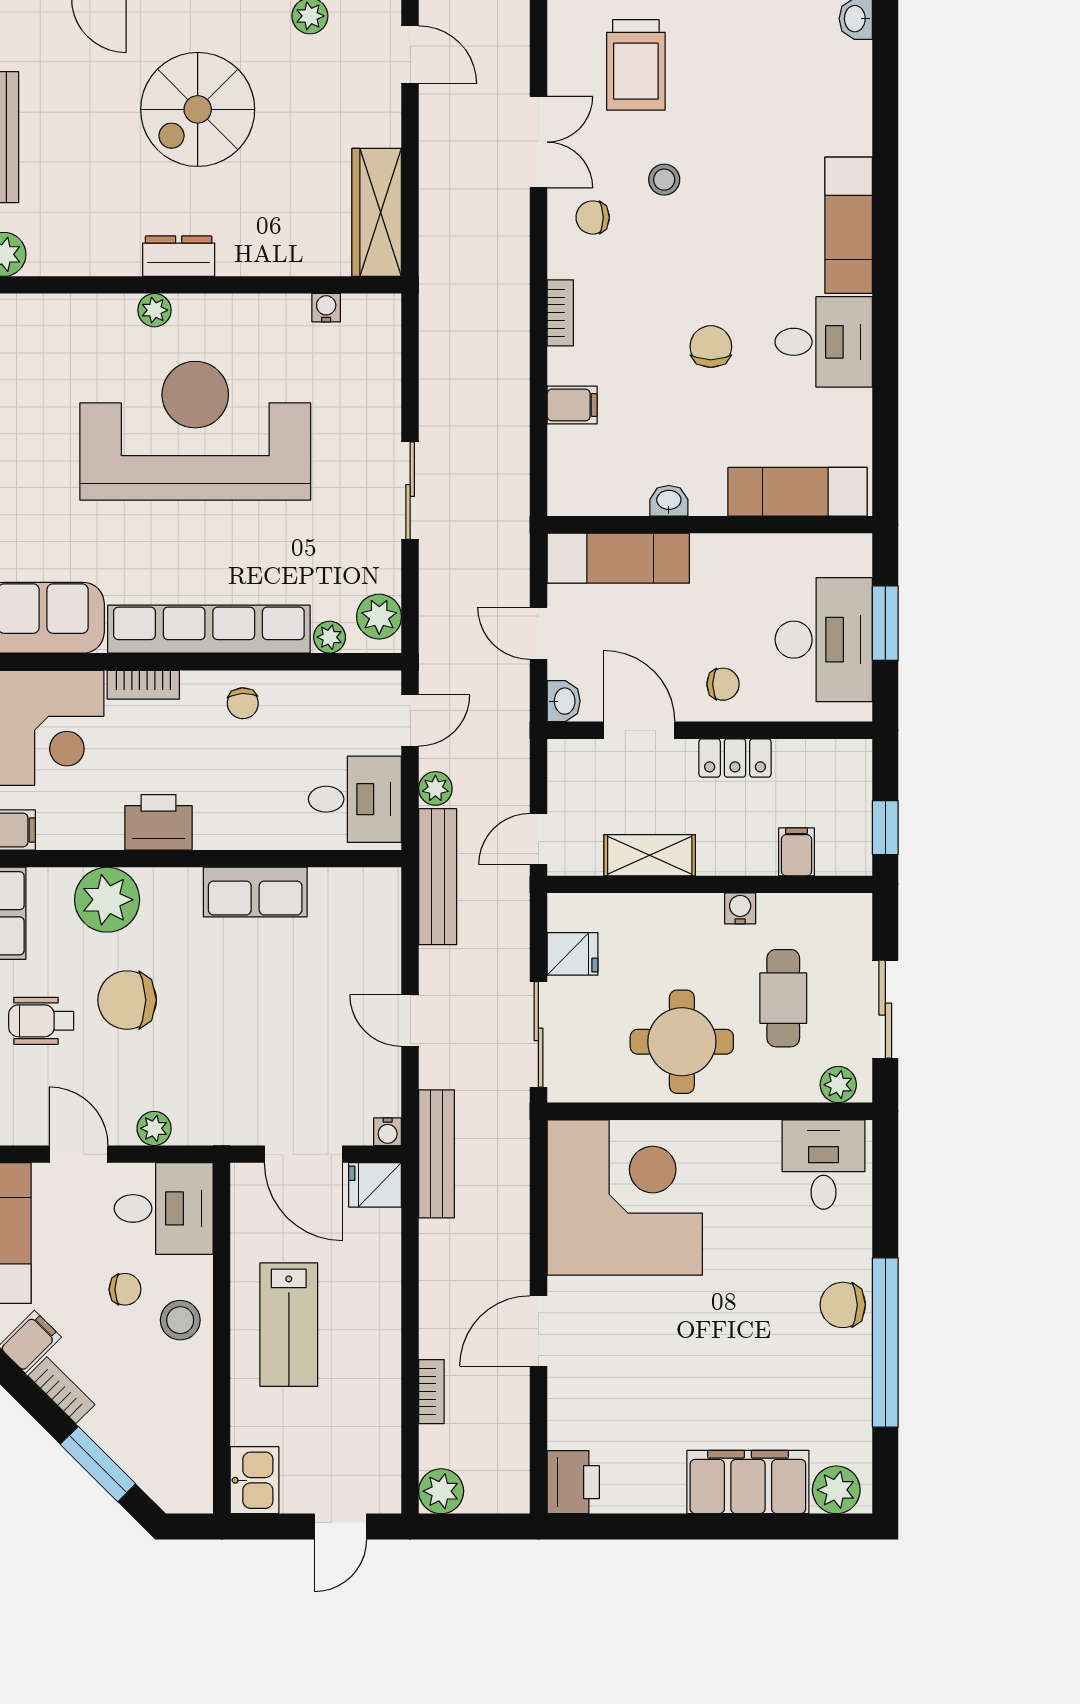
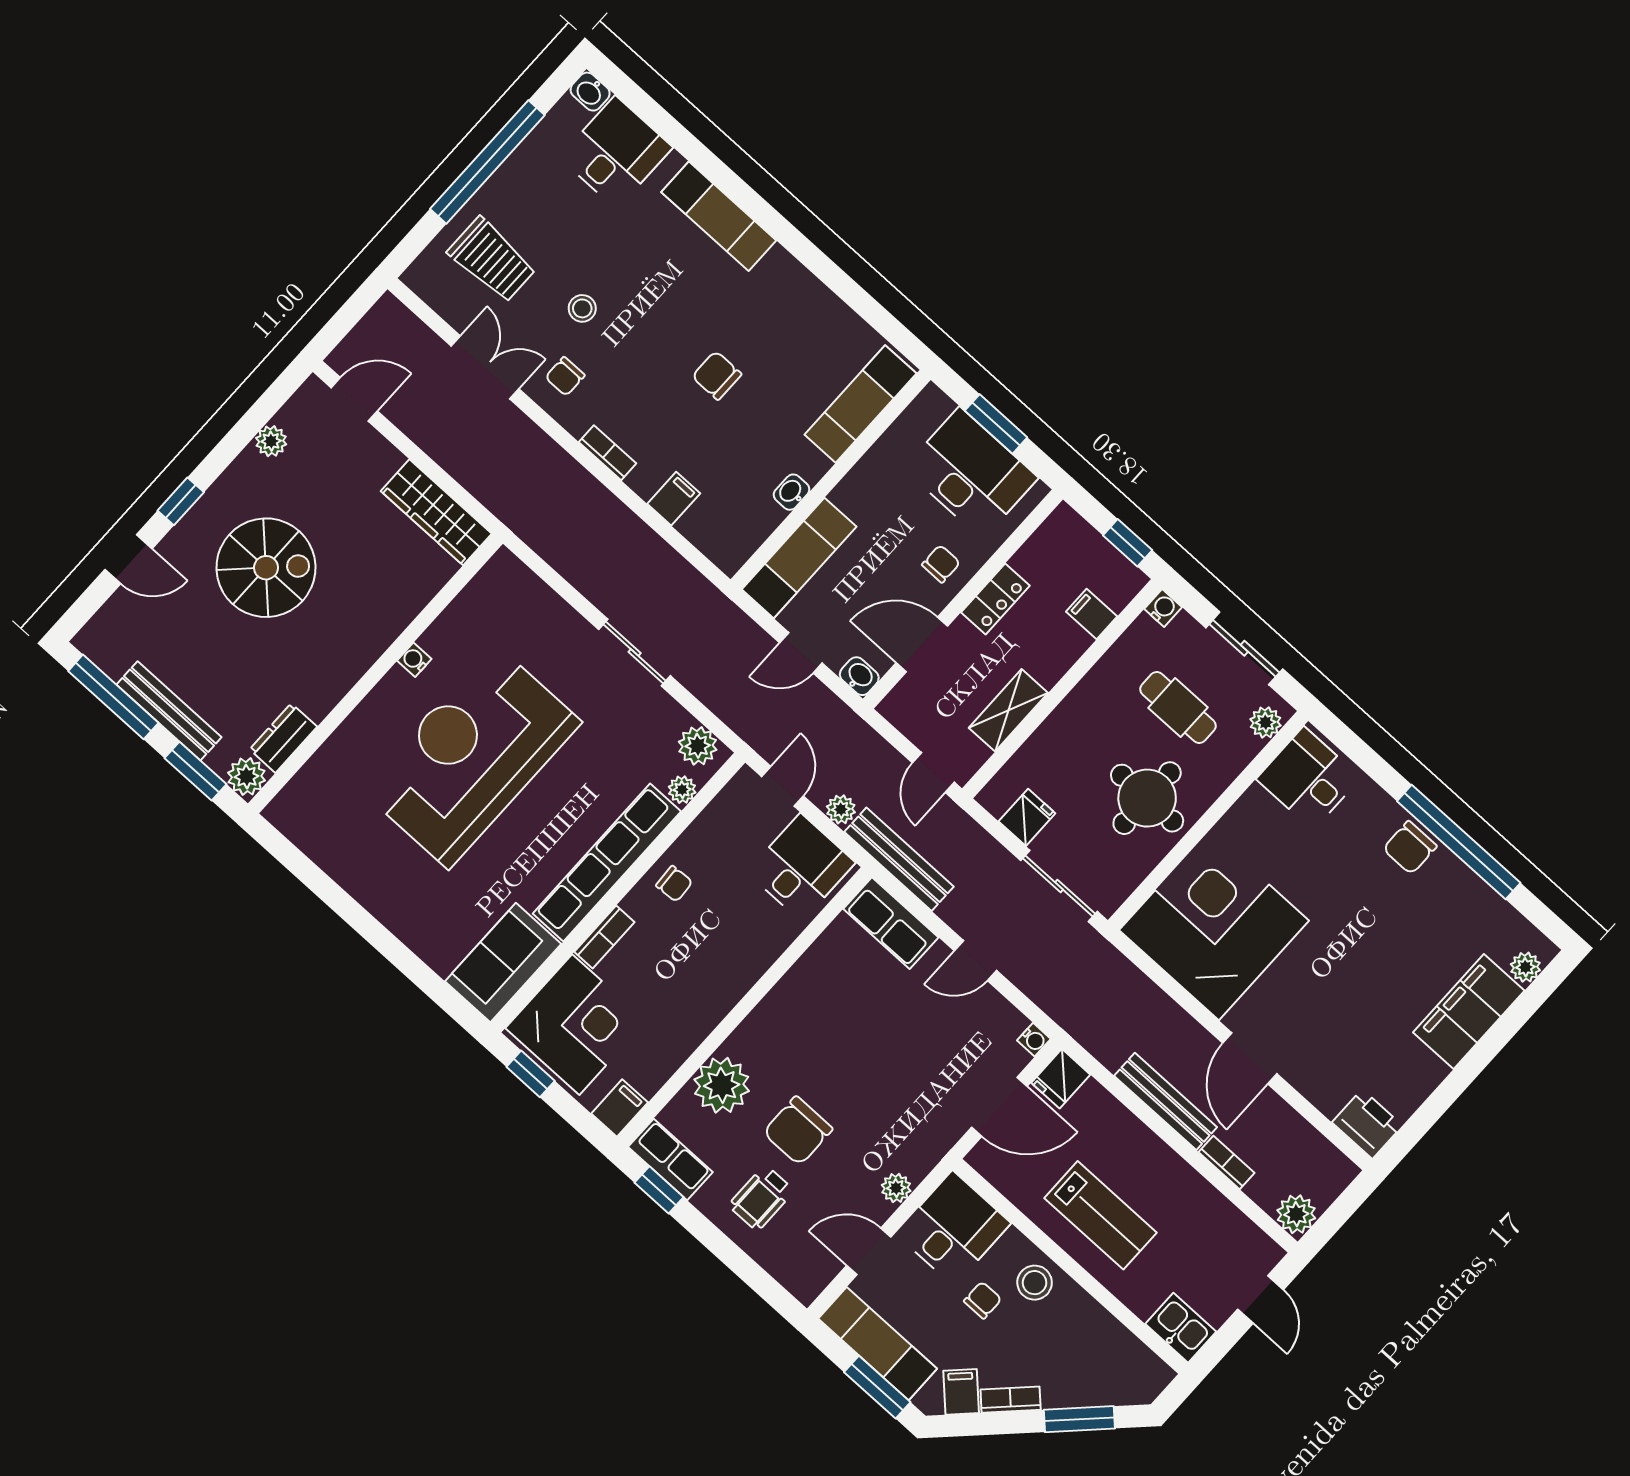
spiral stairs: (198, 109) -> (266, 568), turned -90
dresser: (179, 256) -> (283, 738), moved
water cooler: (326, 308) -> (414, 660), moved
plant: (154, 310) -> (370, 712), removed
desk: (824, 342) -> (616, 152), moved
printer: (158, 822) -> (702, 1007), removed
row of seats: (255, 892) -> (891, 923), moved, turned 90
water cooler: (740, 908) -> (1163, 608), moved, turned 90
bench: (437, 1154) -> (1166, 1101), moved
plant: (836, 1490) -> (1525, 967), width x0.73, depth x0.73

